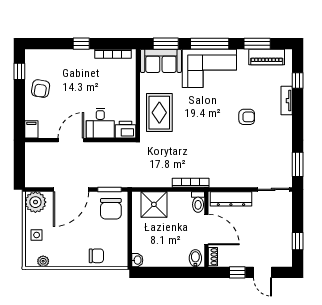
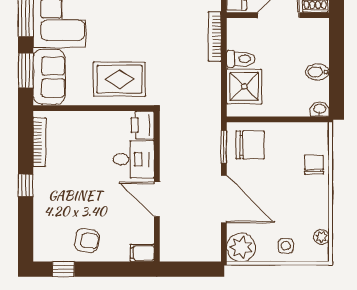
toilet: (198, 202) -> (241, 59), moved
bidet: (195, 258) -> (317, 72), moved

